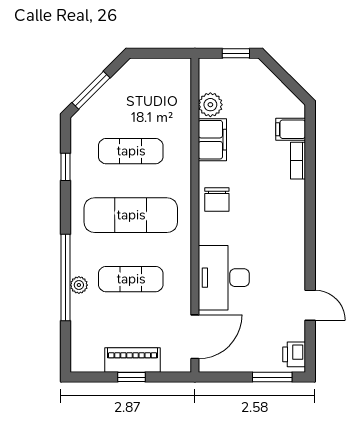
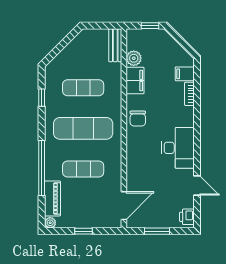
bench: (181, 84) -> (115, 45), added
window: (91, 90) -> (58, 49), removed
desk: (224, 278) -> (178, 148), moved, turned 180
plant: (79, 285) -> (50, 223), moved
piano: (133, 360) -> (53, 198), moved, turned 90
window: (272, 377) -> (157, 231), moved

